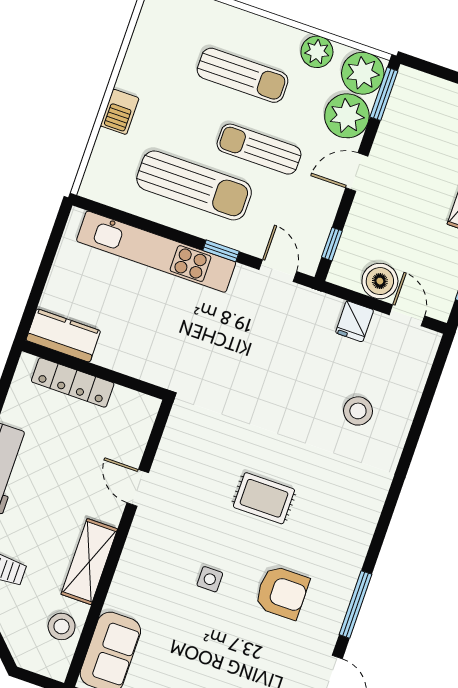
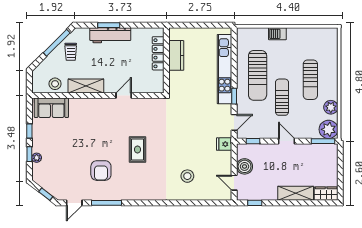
plant: (347, 116) -> (308, 129), removed
door: (407, 315) -> (234, 183), swing flipped
fridge: (355, 321) -> (224, 144), moved
kitchen counter: (63, 336) -> (176, 55), moved
side table: (210, 579) -> (96, 139), removed

